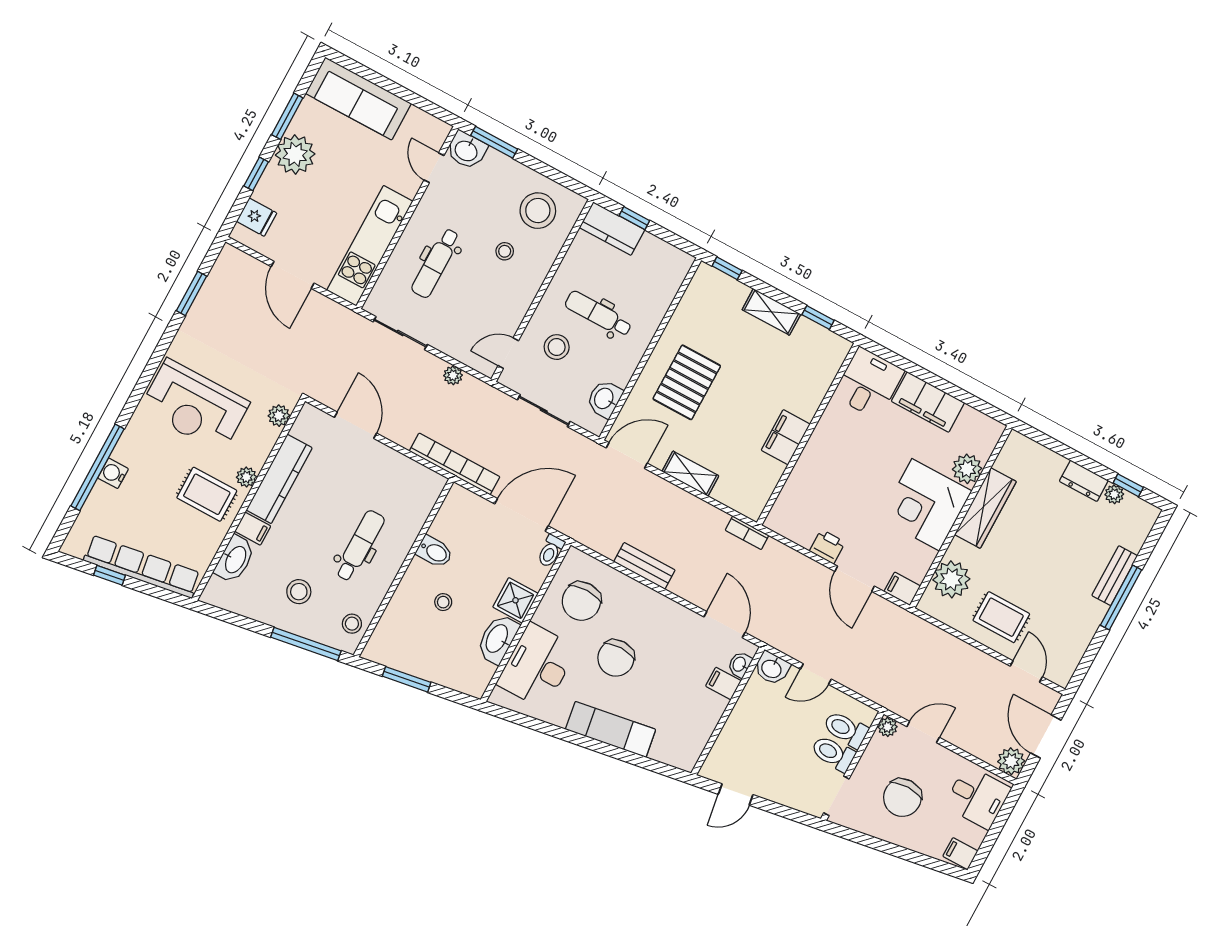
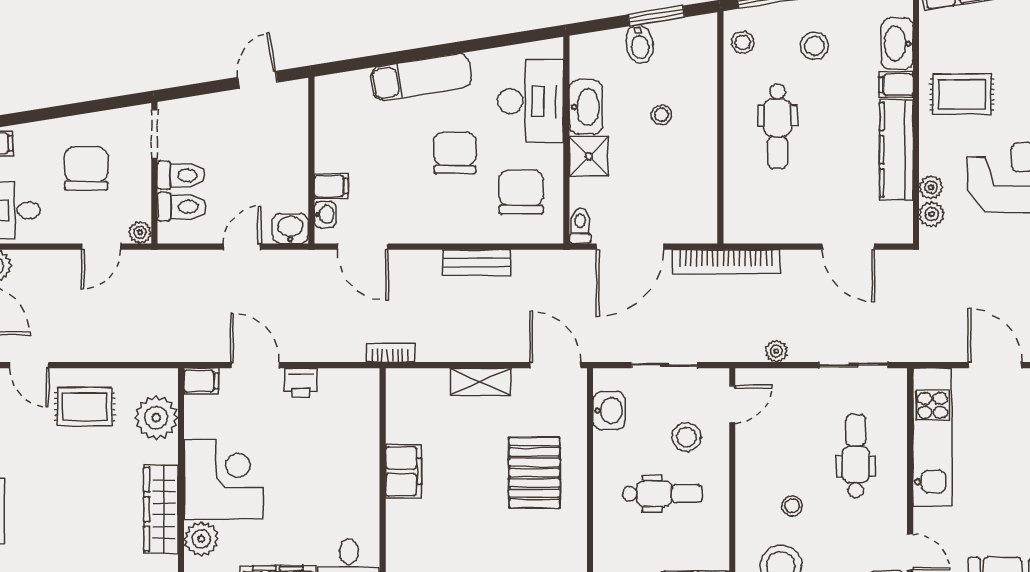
door: (627, 455) -> (555, 365), swing flipped
plant: (246, 477) -> (931, 187), moved
bidet: (434, 552) -> (640, 44), moved, turned -99

